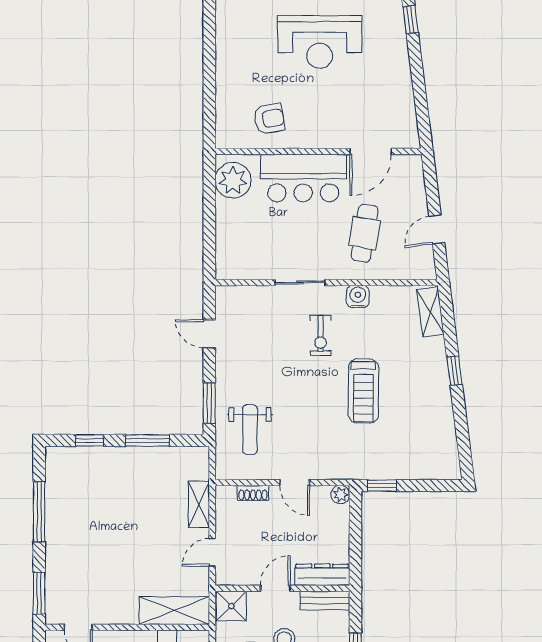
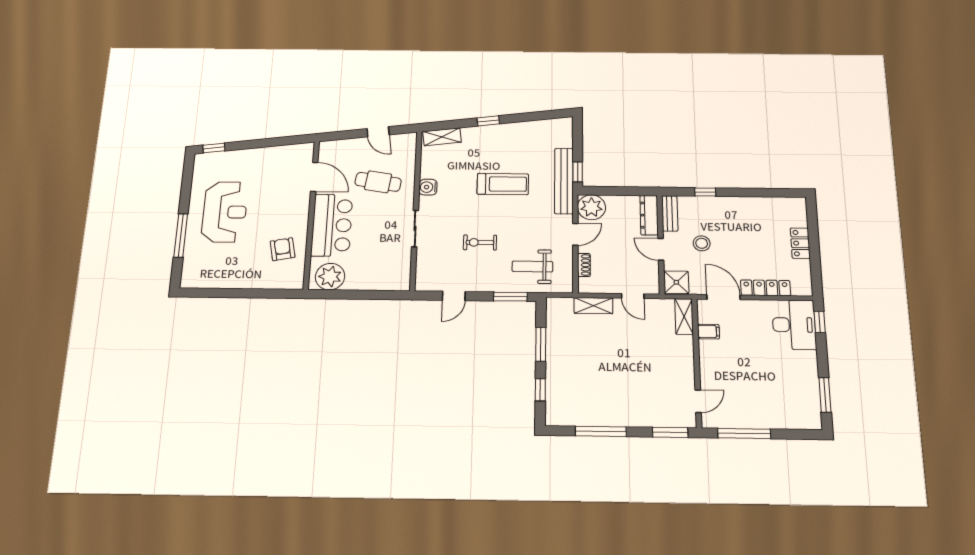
exercise bike: (321, 335) -> (480, 242), moved, turned 180
weight bench: (250, 430) -> (532, 267), turned 180
bench: (369, 468) -> (564, 181), added
plant: (340, 495) -> (591, 207), width x1.87, depth x1.87
shelving: (174, 611) -> (684, 317), width x0.67, depth x0.75

